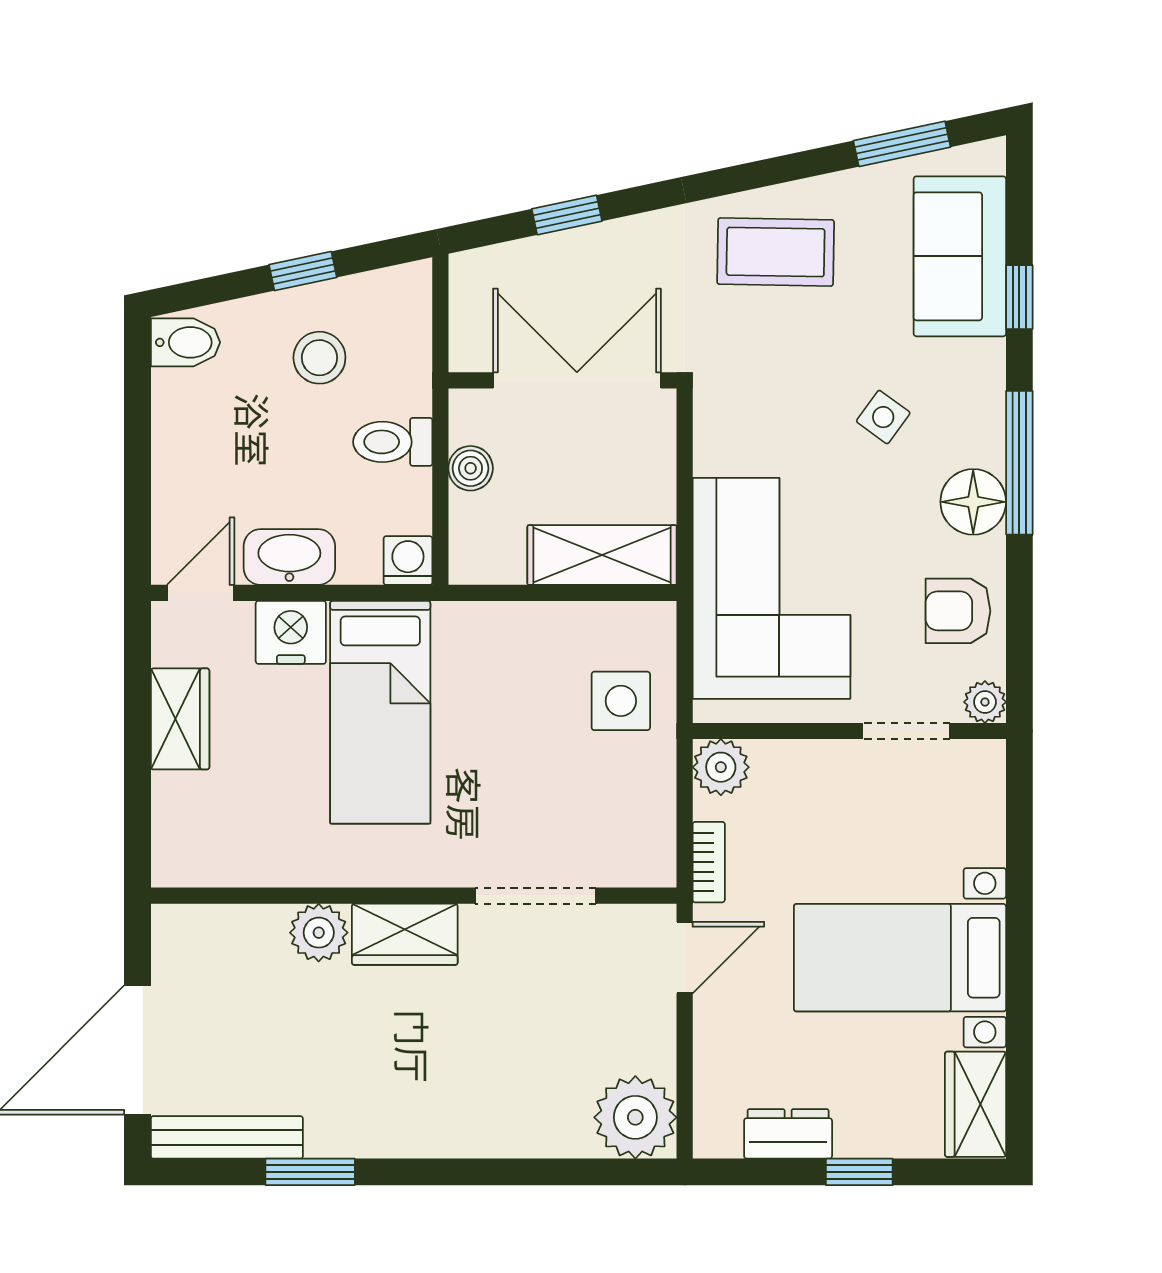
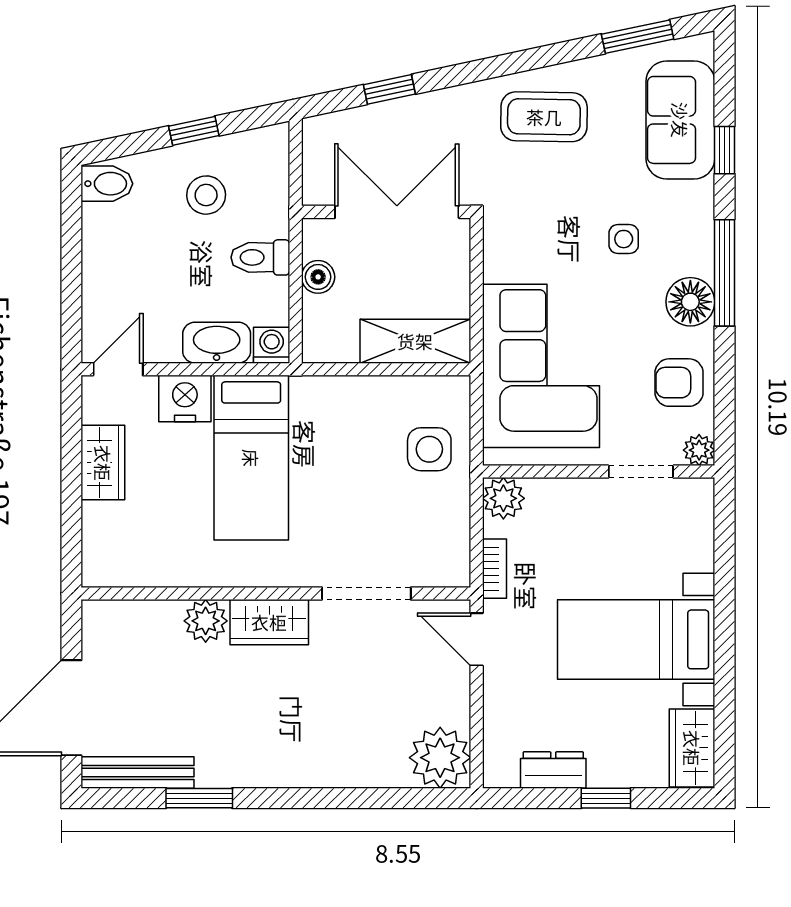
side table: (883, 417) -> (624, 239), turned -36
washbasin: (289, 557) -> (217, 343), moved
door: (685, 958) -> (477, 639), swing flipped

